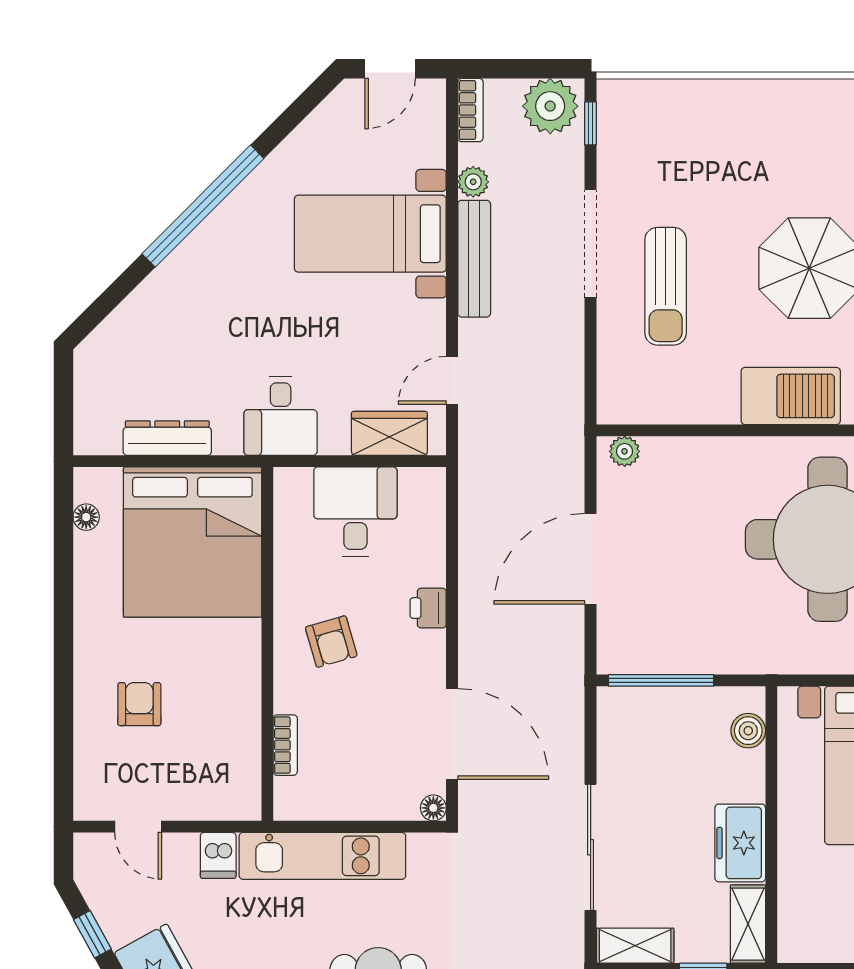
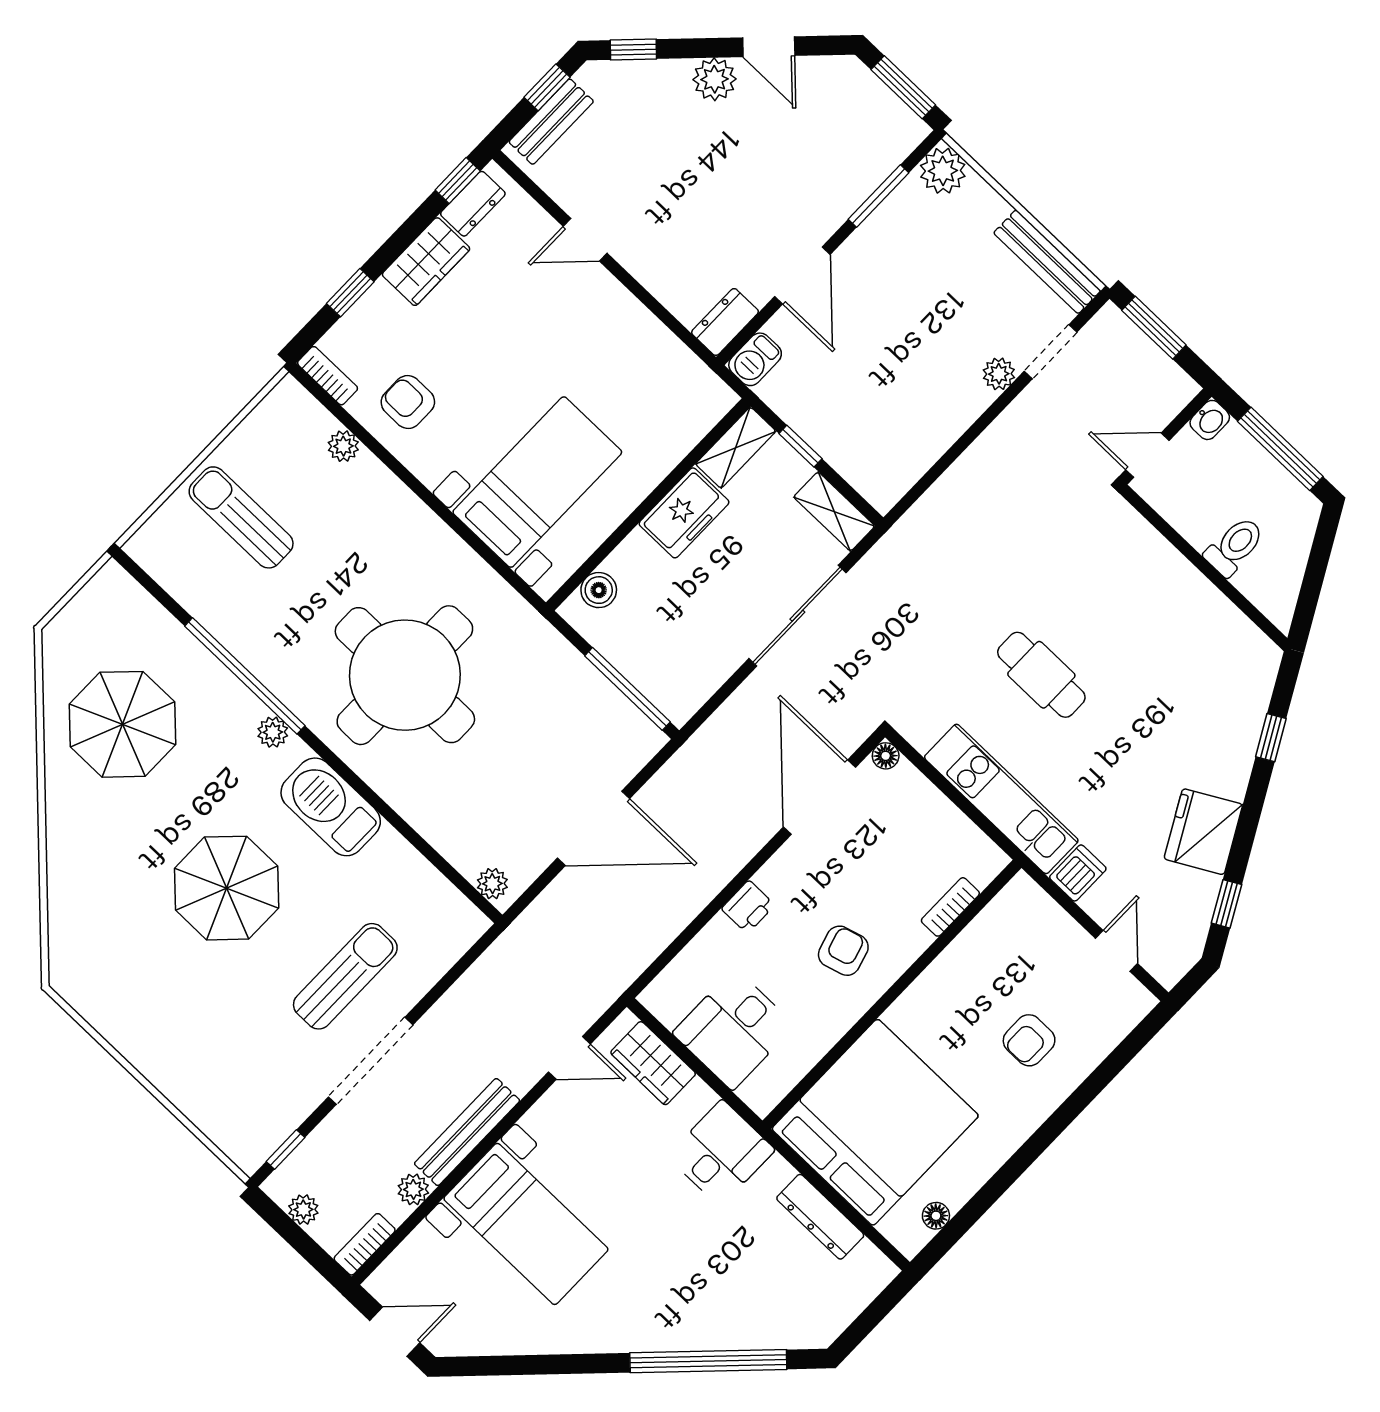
plant: (550, 106) -> (303, 1210), width x0.53, depth x0.53
window: (203, 206) -> (708, 1361), moved

